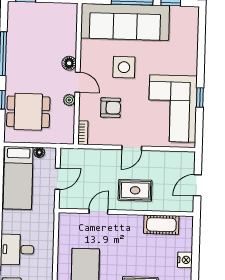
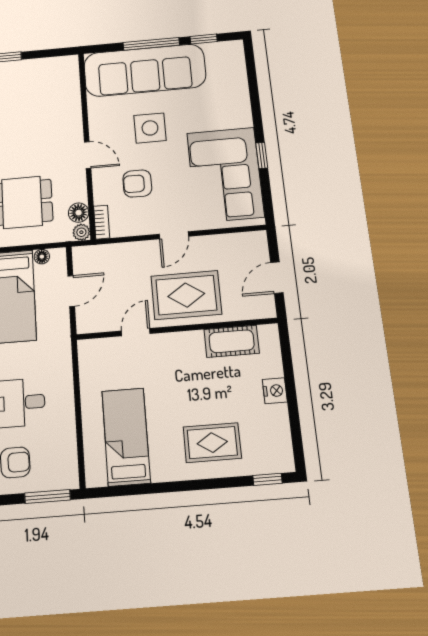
floor lamp: (69, 63) -> (79, 213), moved
plant: (69, 100) -> (81, 232), moved
armchair: (111, 108) -> (137, 184), turned 180
rug: (135, 190) -> (186, 295), width x1.36, depth x1.43

